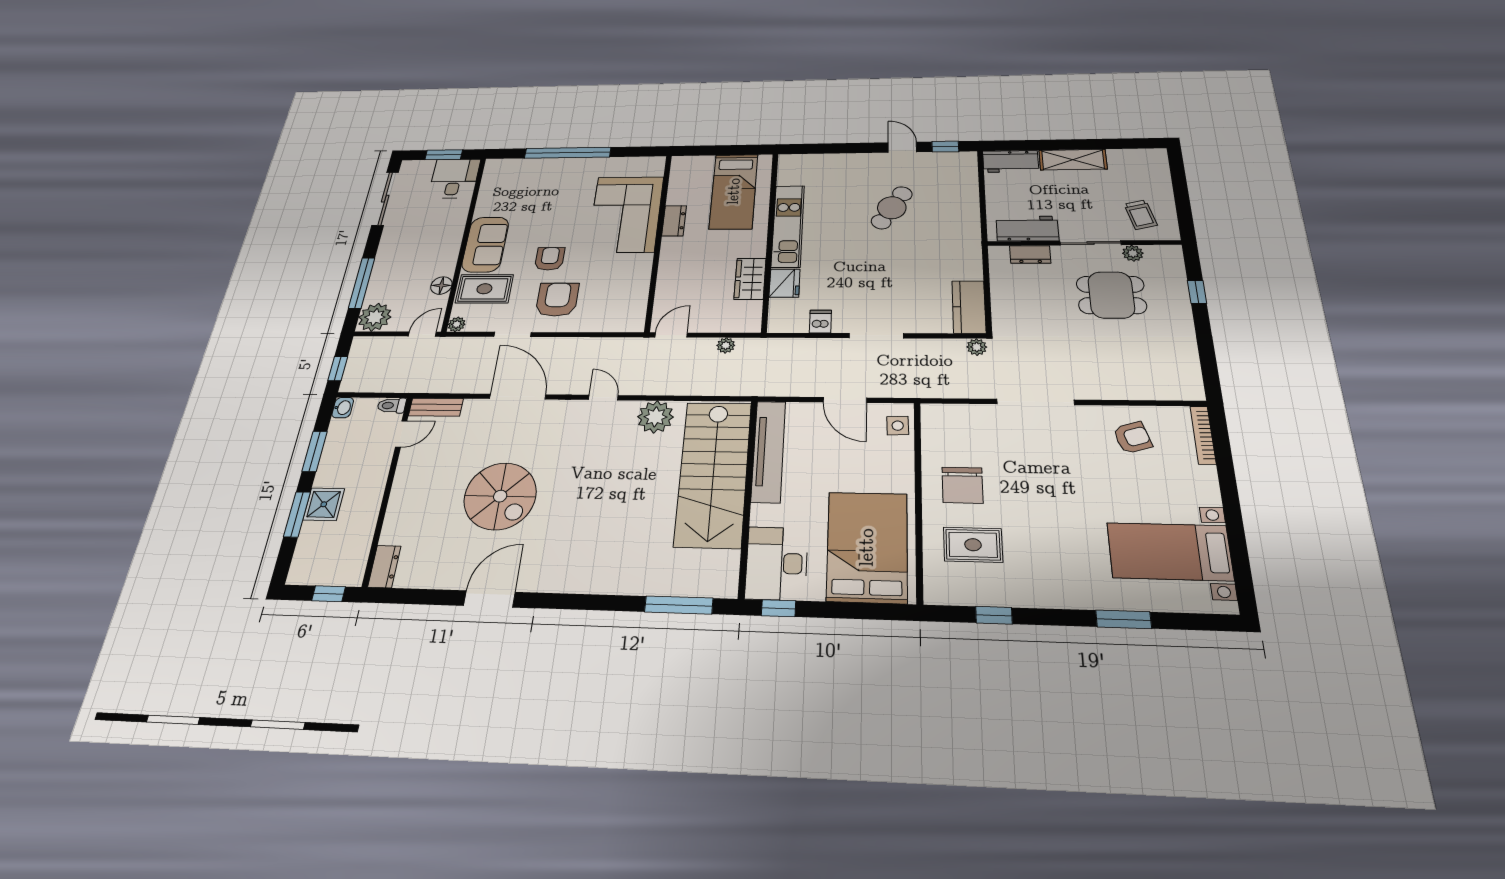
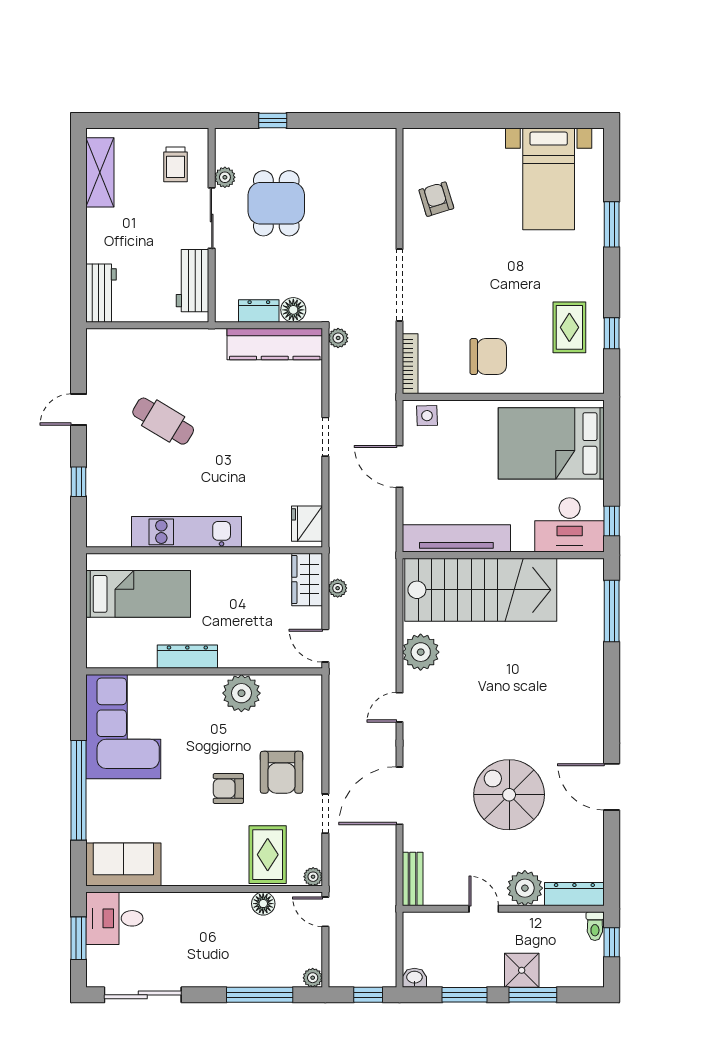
window: (945, 147) -> (79, 482), moved
shelving: (1073, 160) -> (100, 172), moved
corner sofa: (626, 214) -> (123, 727), moved, turned -90
trolley: (1141, 215) -> (176, 164), turned 104
dresser: (674, 221) -> (187, 657), width x1.44
sofa: (485, 244) -> (123, 864), moved
dresser: (1030, 254) -> (259, 311), moved, turned -90
plant: (635, 268) -> (241, 693), added
wardrobe: (750, 279) -> (307, 579), moved, turned 90
fridge: (785, 283) -> (307, 524), moved, turned -90
armchair: (557, 299) -> (282, 772), turned -90
kitchen counter: (969, 307) -> (275, 344), width x1.50
floor lamp: (1004, 309) -> (293, 310), added
plant: (375, 317) -> (313, 978), width x0.53, depth x0.53
dishwasher: (820, 321) -> (309, 493), removed
doorway: (876, 336) -> (325, 437), width x0.73
door: (845, 400) -> (400, 466), swing flipped
toilet: (392, 406) -> (595, 926), moved
door: (401, 434) -> (484, 909), moved
bookcase: (1203, 435) -> (410, 364), moved, turned -90
spiral stairs: (500, 496) -> (509, 795), turned -90
plant: (404, 509) -> (525, 888), added
rug: (973, 545) -> (569, 327), moved
dresser: (384, 567) -> (574, 894), width x1.44

